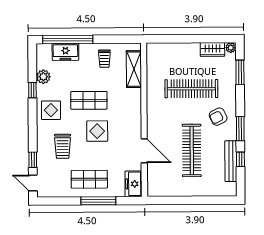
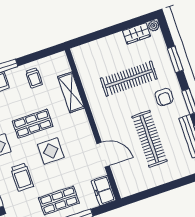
shelving: (134, 69) -> (71, 92), moved
window: (240, 72) -> (175, 59), moved
armchair: (218, 117) -> (164, 97), turned -63

